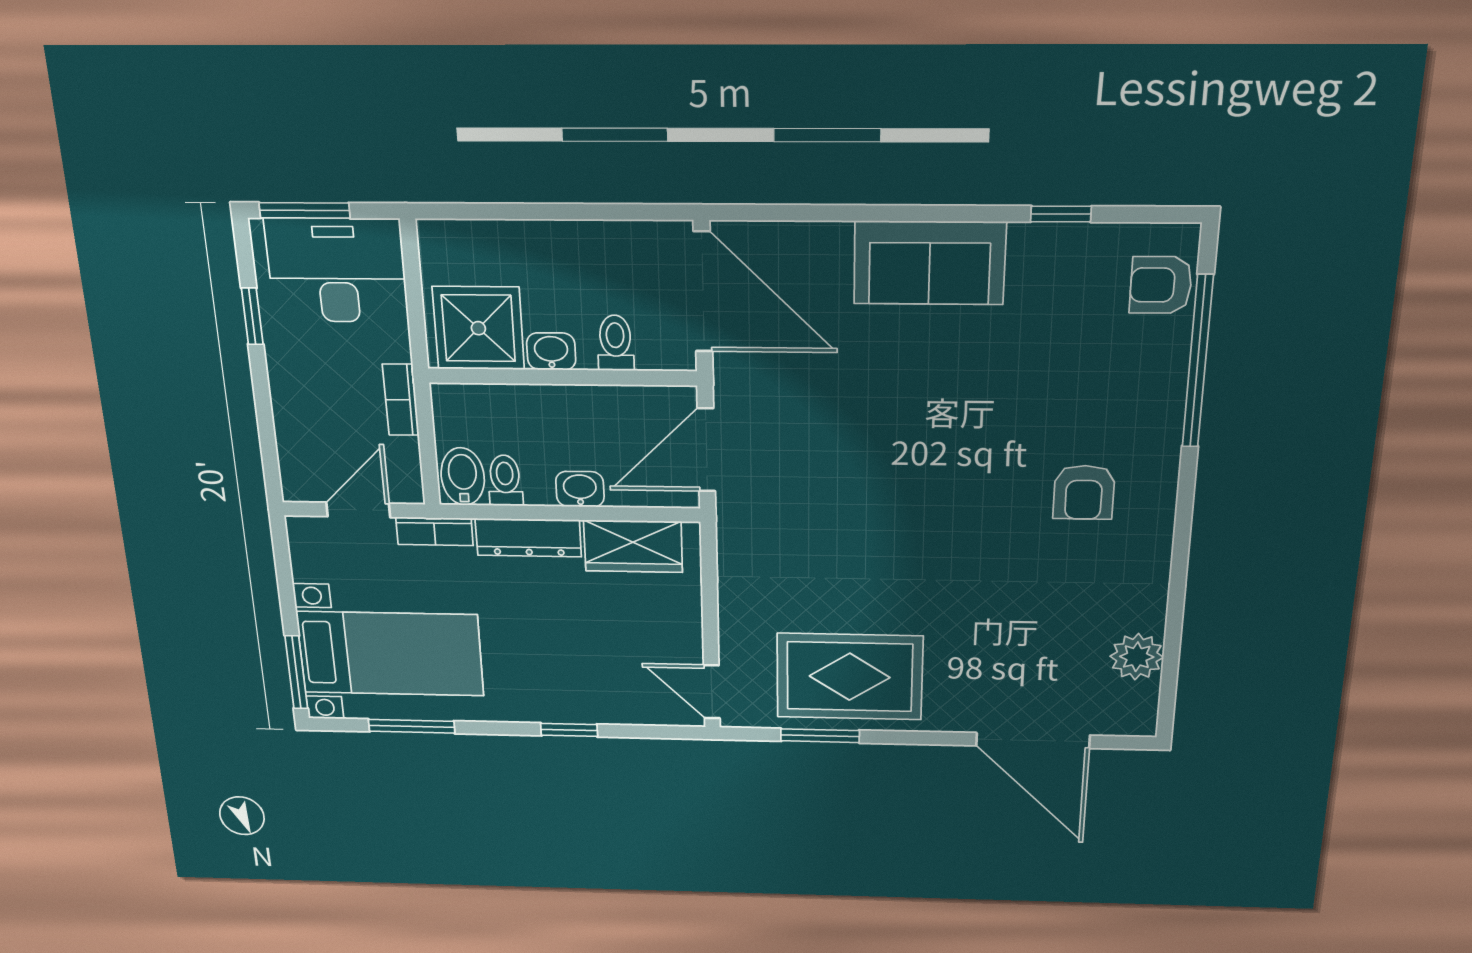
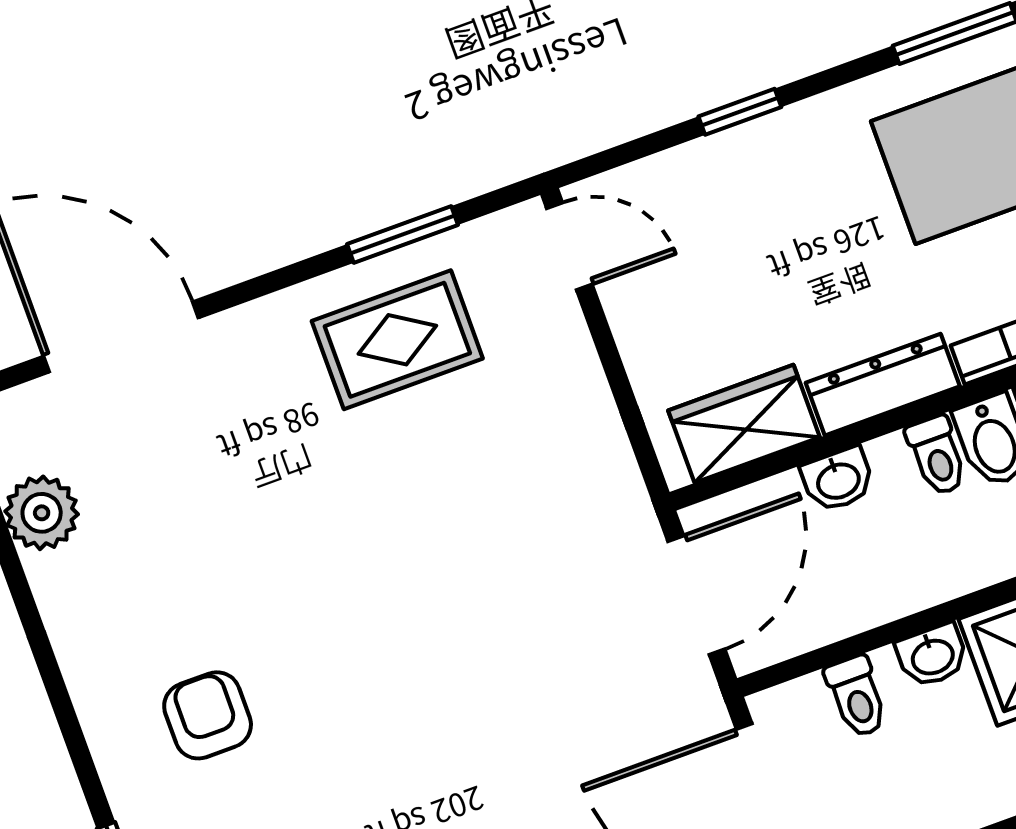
rug: (850, 677) -> (397, 340), width x0.73, depth x0.70

